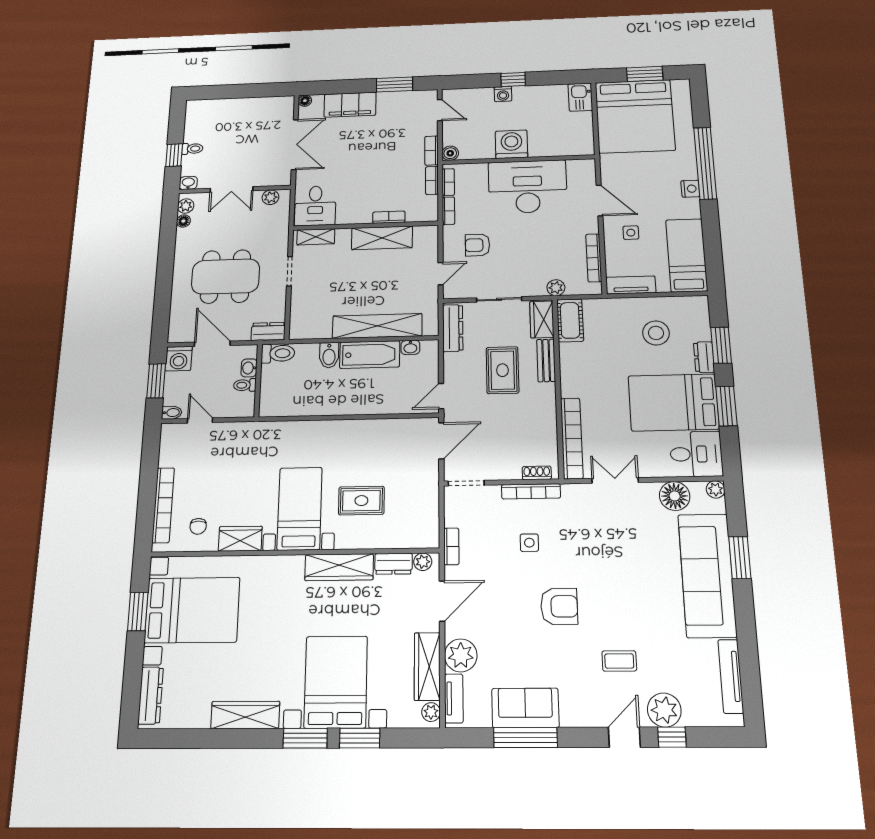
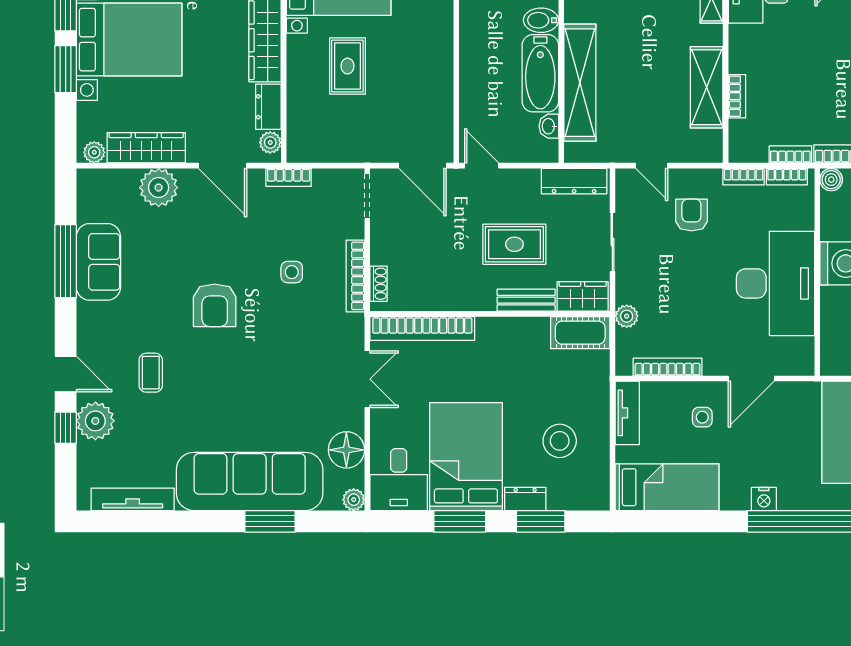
tv unit: (454, 698) -> (109, 179), removed

